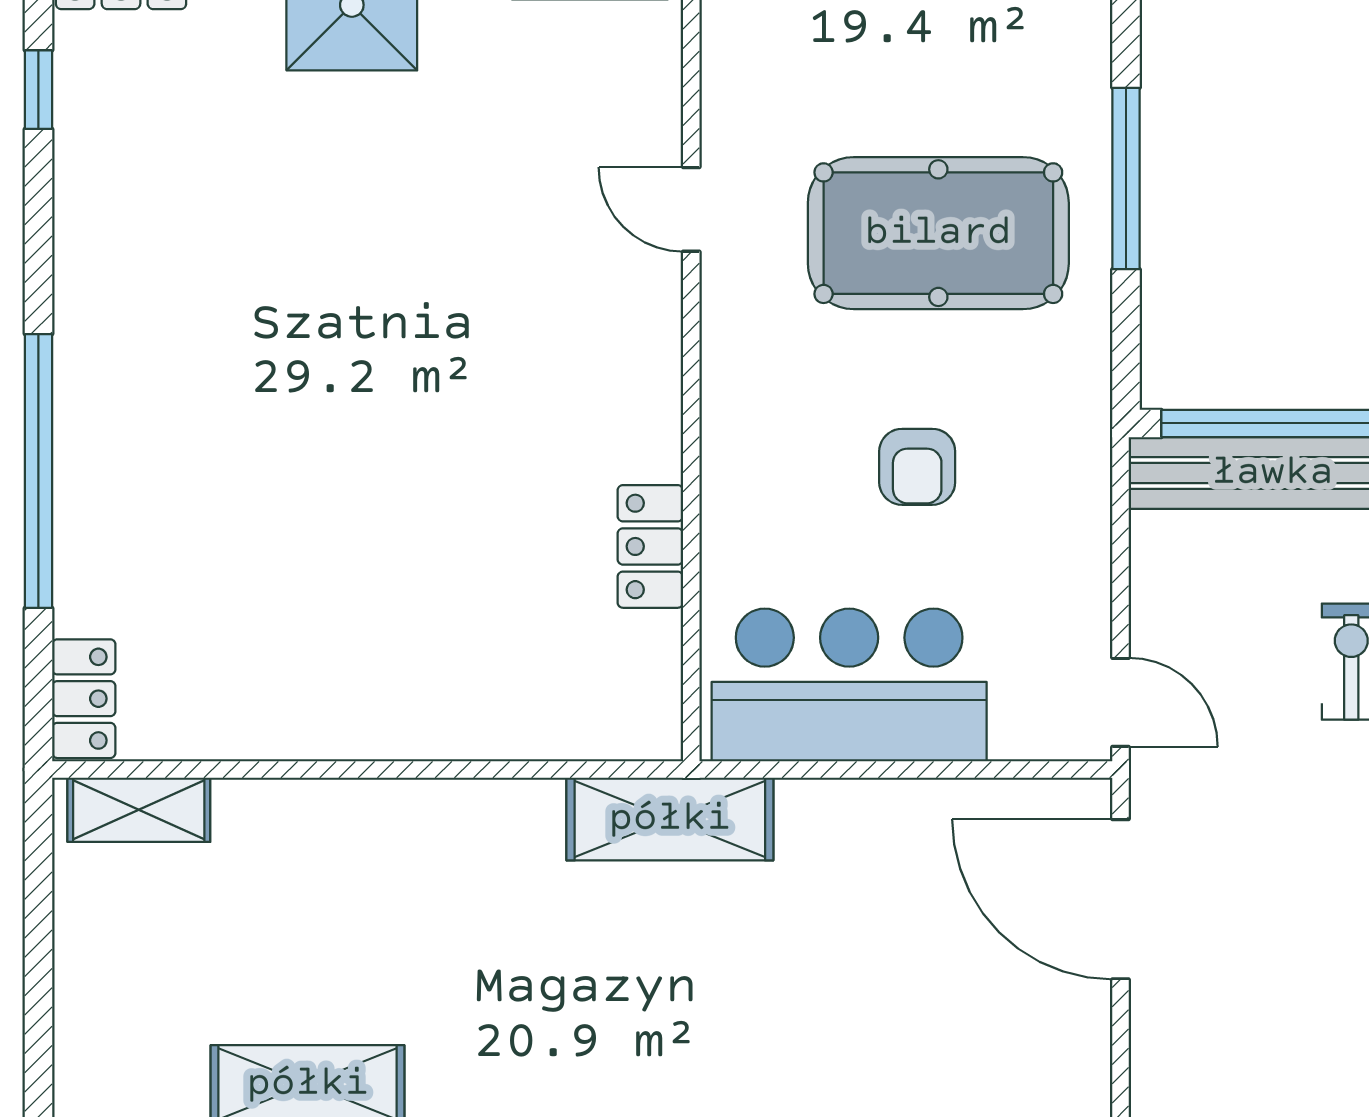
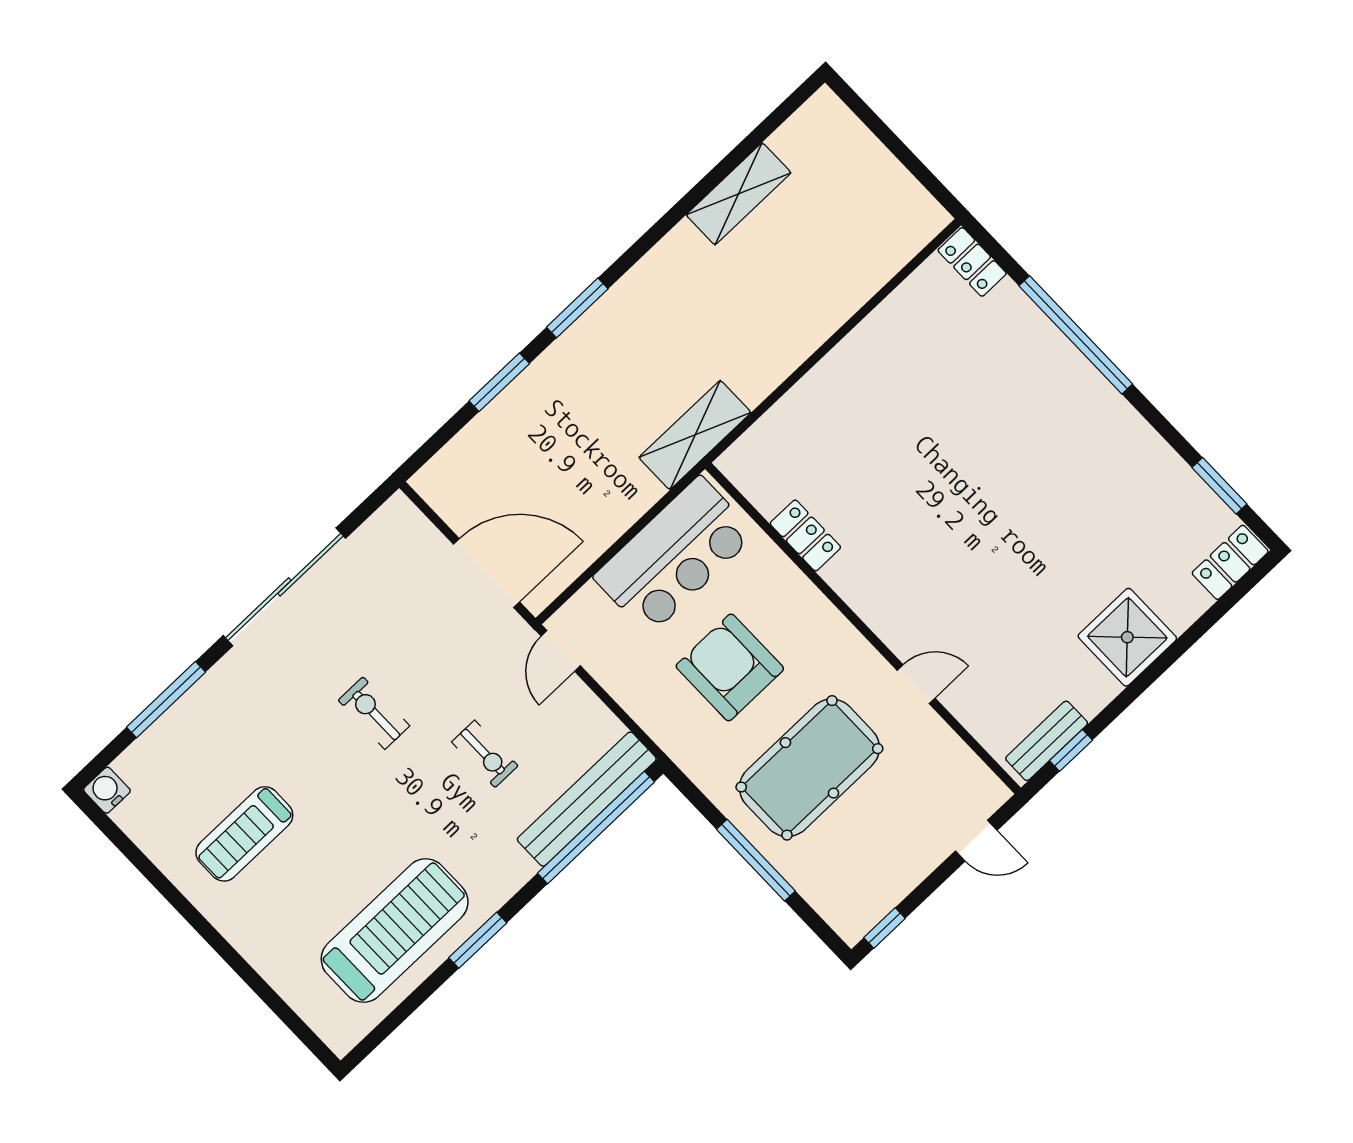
window: (38, 90) -> (1219, 486), width x1.50
armchair: (917, 467) -> (730, 667), width x1.88, depth x1.88
door: (1121, 702) -> (561, 651), hinge flipped
shelving: (139, 810) -> (908, 239), removed

